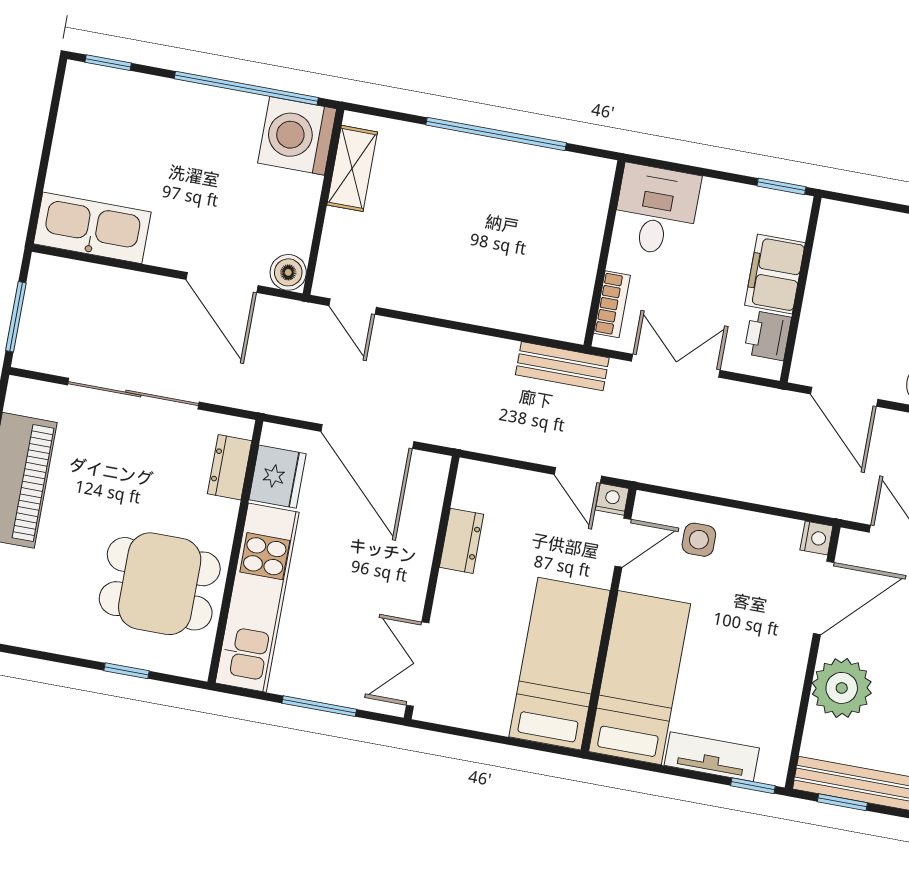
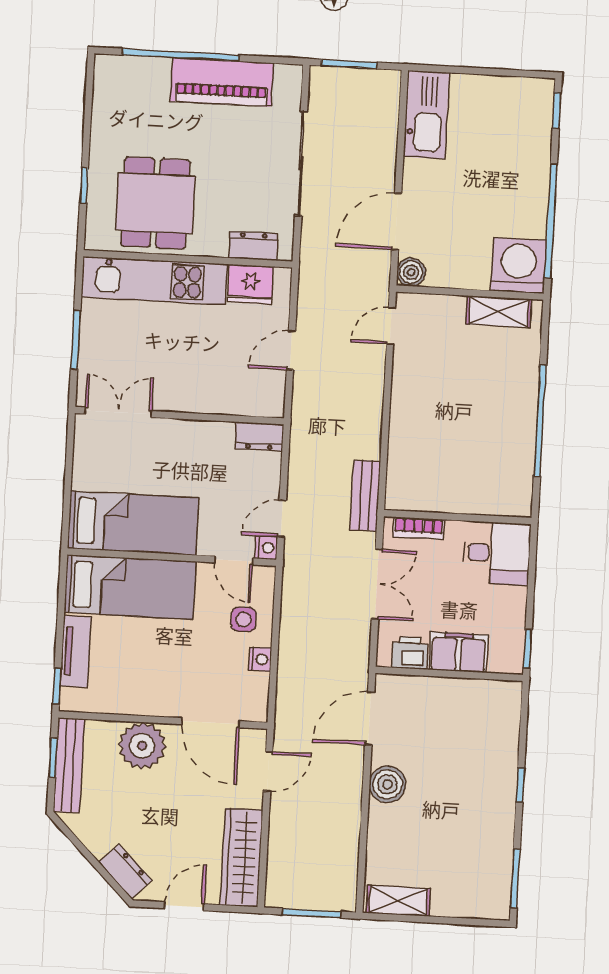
door: (367, 436) -> (291, 350), width x0.53
nightstand: (816, 538) -> (260, 659), moved, turned -90
dresser: (462, 541) -> (259, 436), moved

